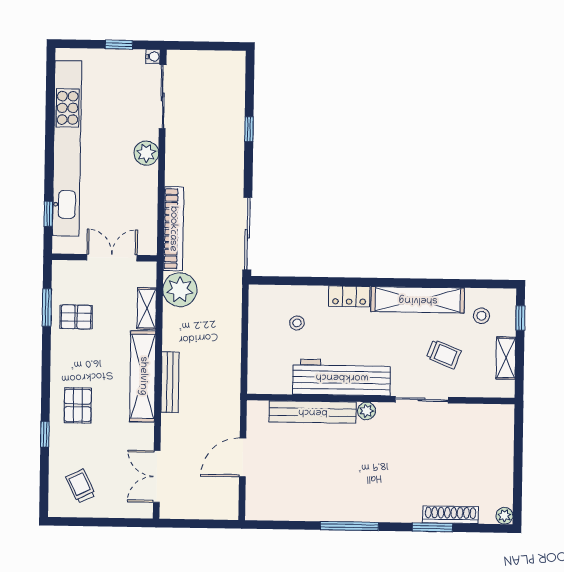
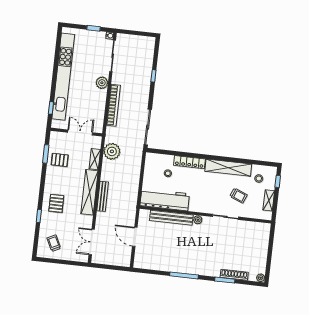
bookcase: (173, 229) -> (113, 105), moved
locker: (349, 296) -> (189, 162), width x1.53
workbench: (342, 377) -> (165, 200), moved
door: (243, 457) -> (135, 237), hinge flipped

